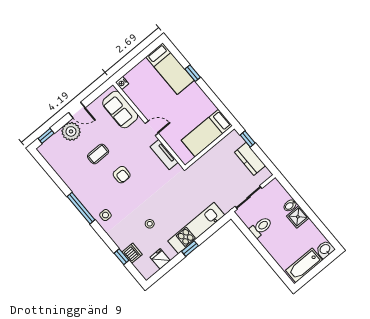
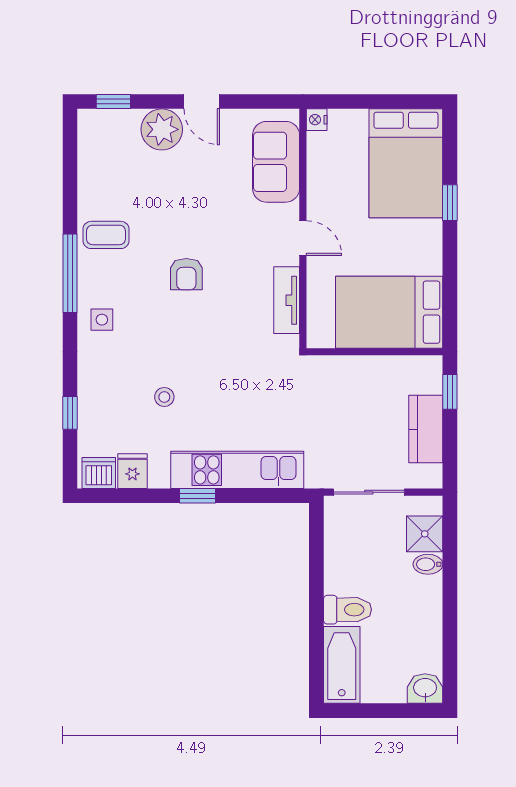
bed: (170, 69) -> (406, 163), width x1.50
bed: (207, 133) -> (389, 312), width x1.50
coffee table: (98, 154) -> (106, 235), moved
shower: (298, 217) -> (425, 534), moved
toilet: (261, 227) -> (348, 610), moved
dishwasher: (132, 253) -> (99, 473), moved, turned -90
bathtub: (304, 265) -> (342, 665), moved, turned 90

